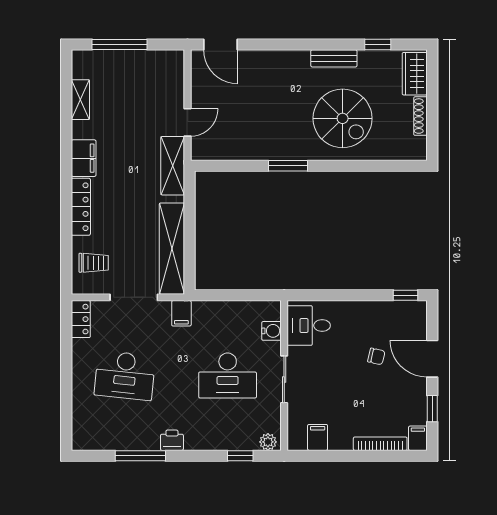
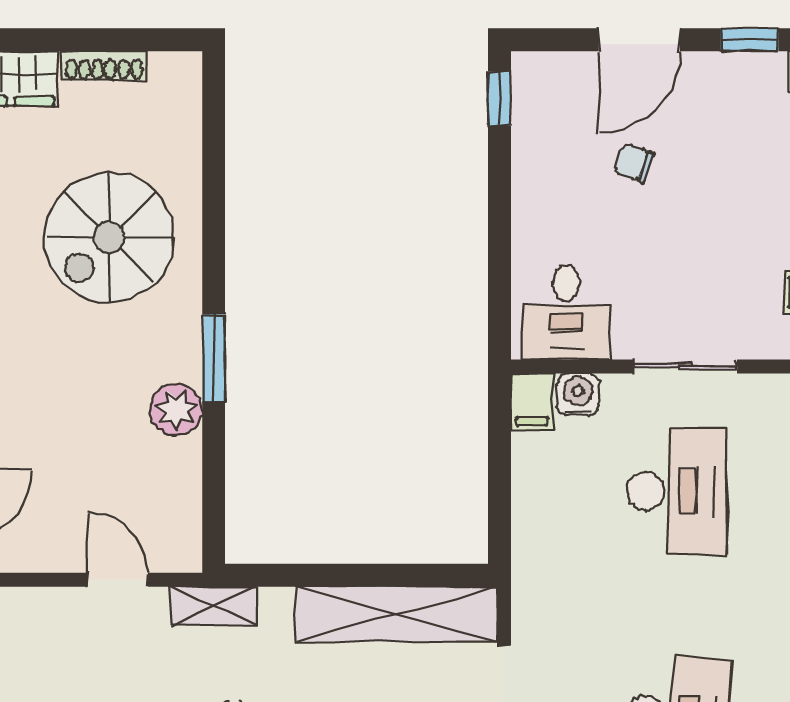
spiral stairs: (343, 118) -> (109, 238), turned 180
plant: (265, 149) -> (176, 410), added
shelving: (173, 166) -> (213, 606), width x0.67, depth x0.75
filing cabinet: (181, 313) -> (532, 402), moved, turned 90
chair: (376, 356) -> (634, 163), turned -83

